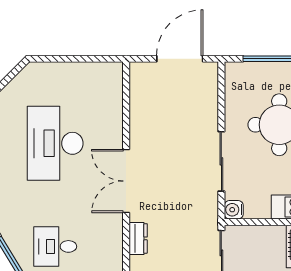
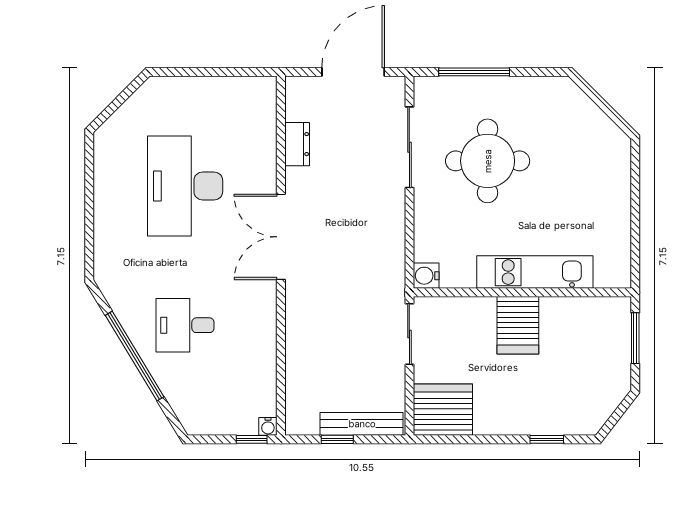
sliding door: (221, 161) -> (409, 147), moved
dresser: (138, 238) -> (297, 144), moved

